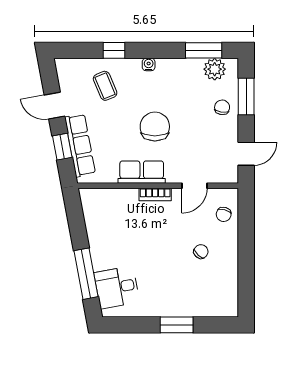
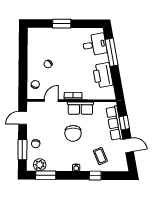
printer: (102, 232) -> (103, 75), added

